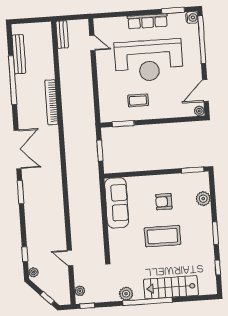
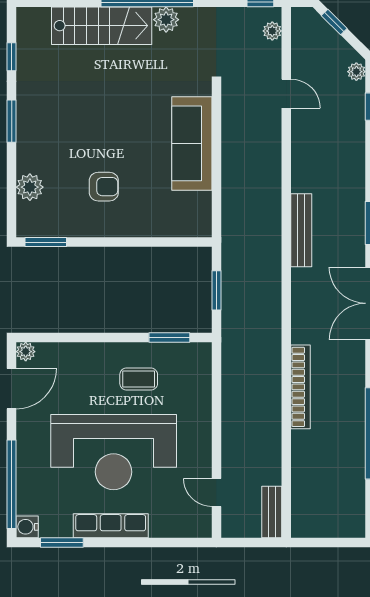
bench: (19, 54) -> (301, 230), moved
reception desk: (149, 60) -> (114, 452), turned 180
sofa: (117, 203) -> (192, 143), moved
coffee table: (163, 236) -> (111, 122), removed
plant: (126, 294) -> (166, 20), moved

